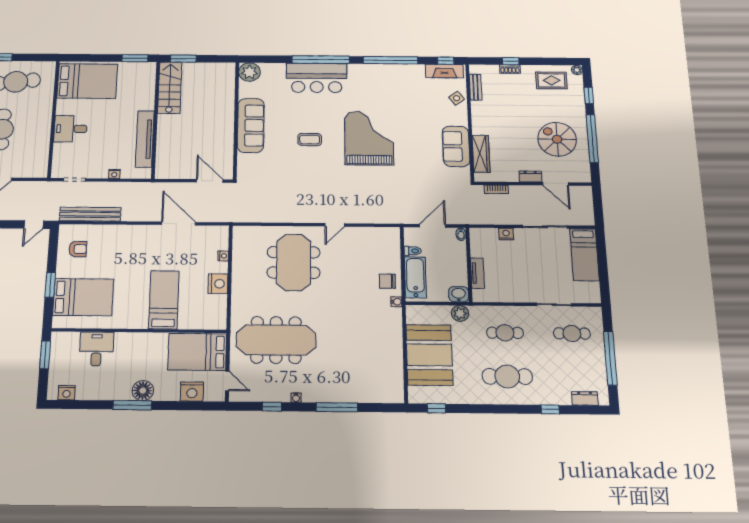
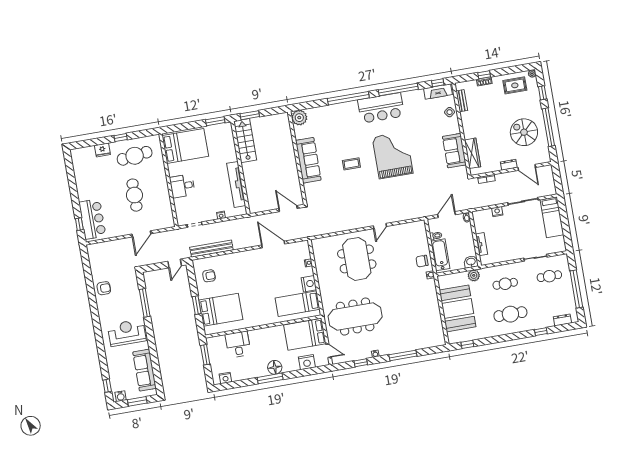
bar counter: (317, 78) -> (381, 108), moved
bed: (164, 300) -> (298, 304), moved, turned -90

